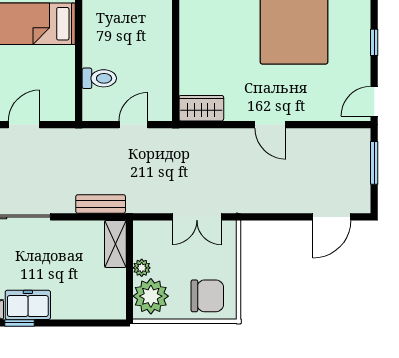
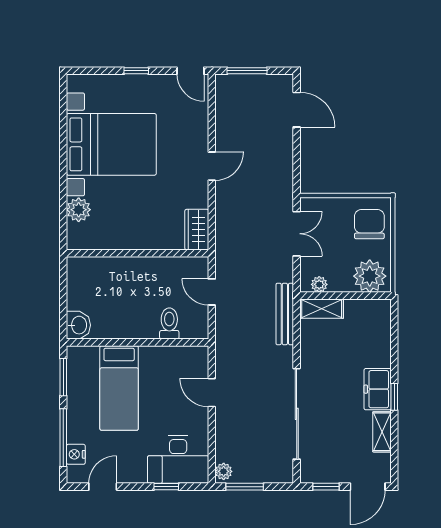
bench: (101, 204) -> (285, 314), width x1.36
plant: (142, 268) -> (319, 284), moved

